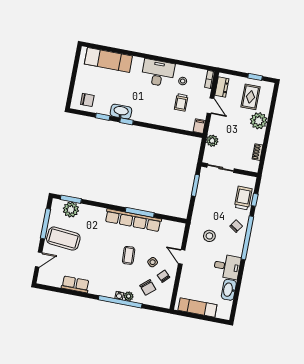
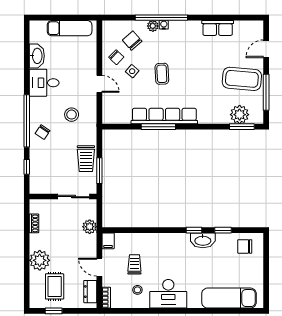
trolley: (243, 198) -> (86, 159), moved

